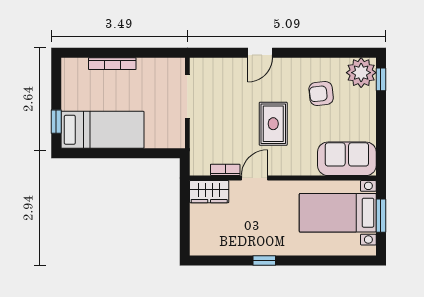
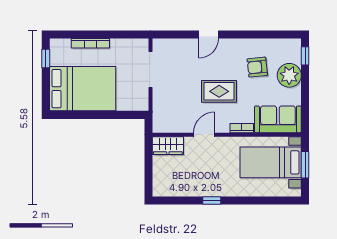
plant: (361, 73) -> (289, 75), moved
window: (56, 122) -> (46, 59), moved
rug: (273, 124) -> (219, 91), turned 90
bed: (102, 130) -> (83, 89), width x1.50
bookcase: (225, 170) -> (242, 128), moved

